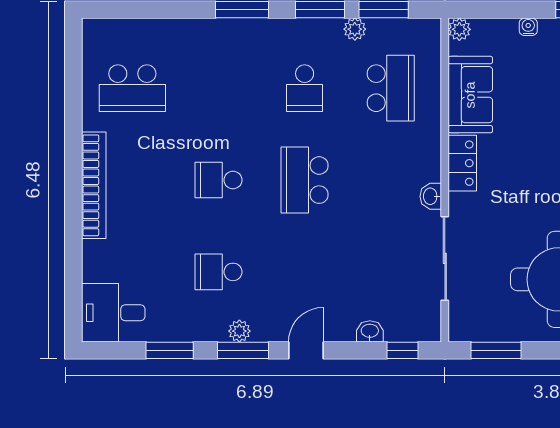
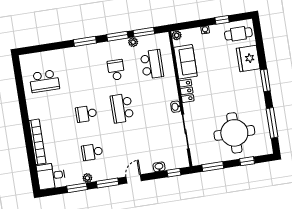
school desk: (305, 88) -> (116, 70), turned 180
bookcase: (94, 185) -> (37, 142), moved
plant: (239, 331) -> (87, 178), moved

